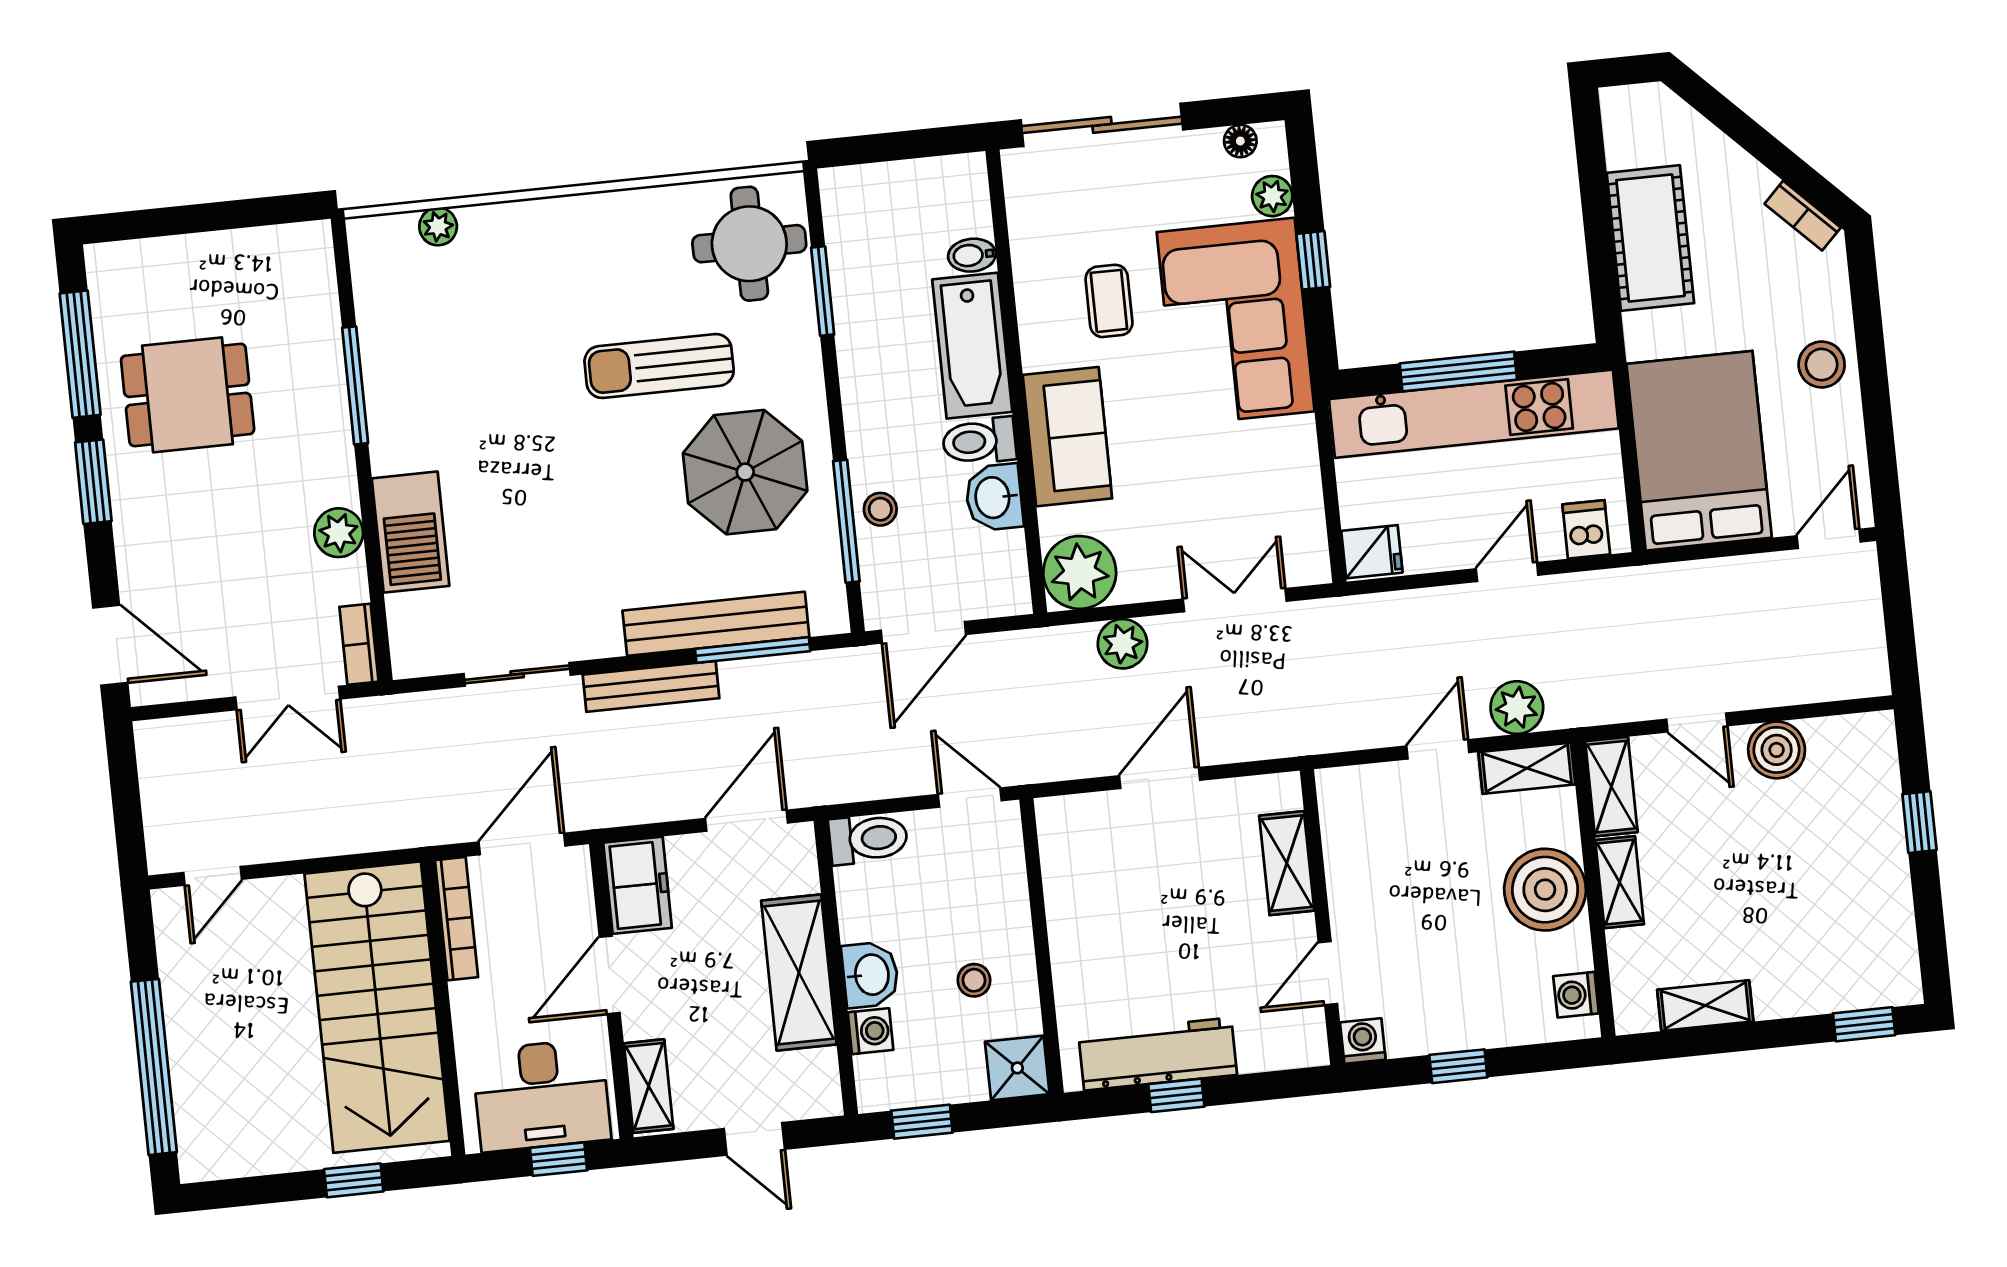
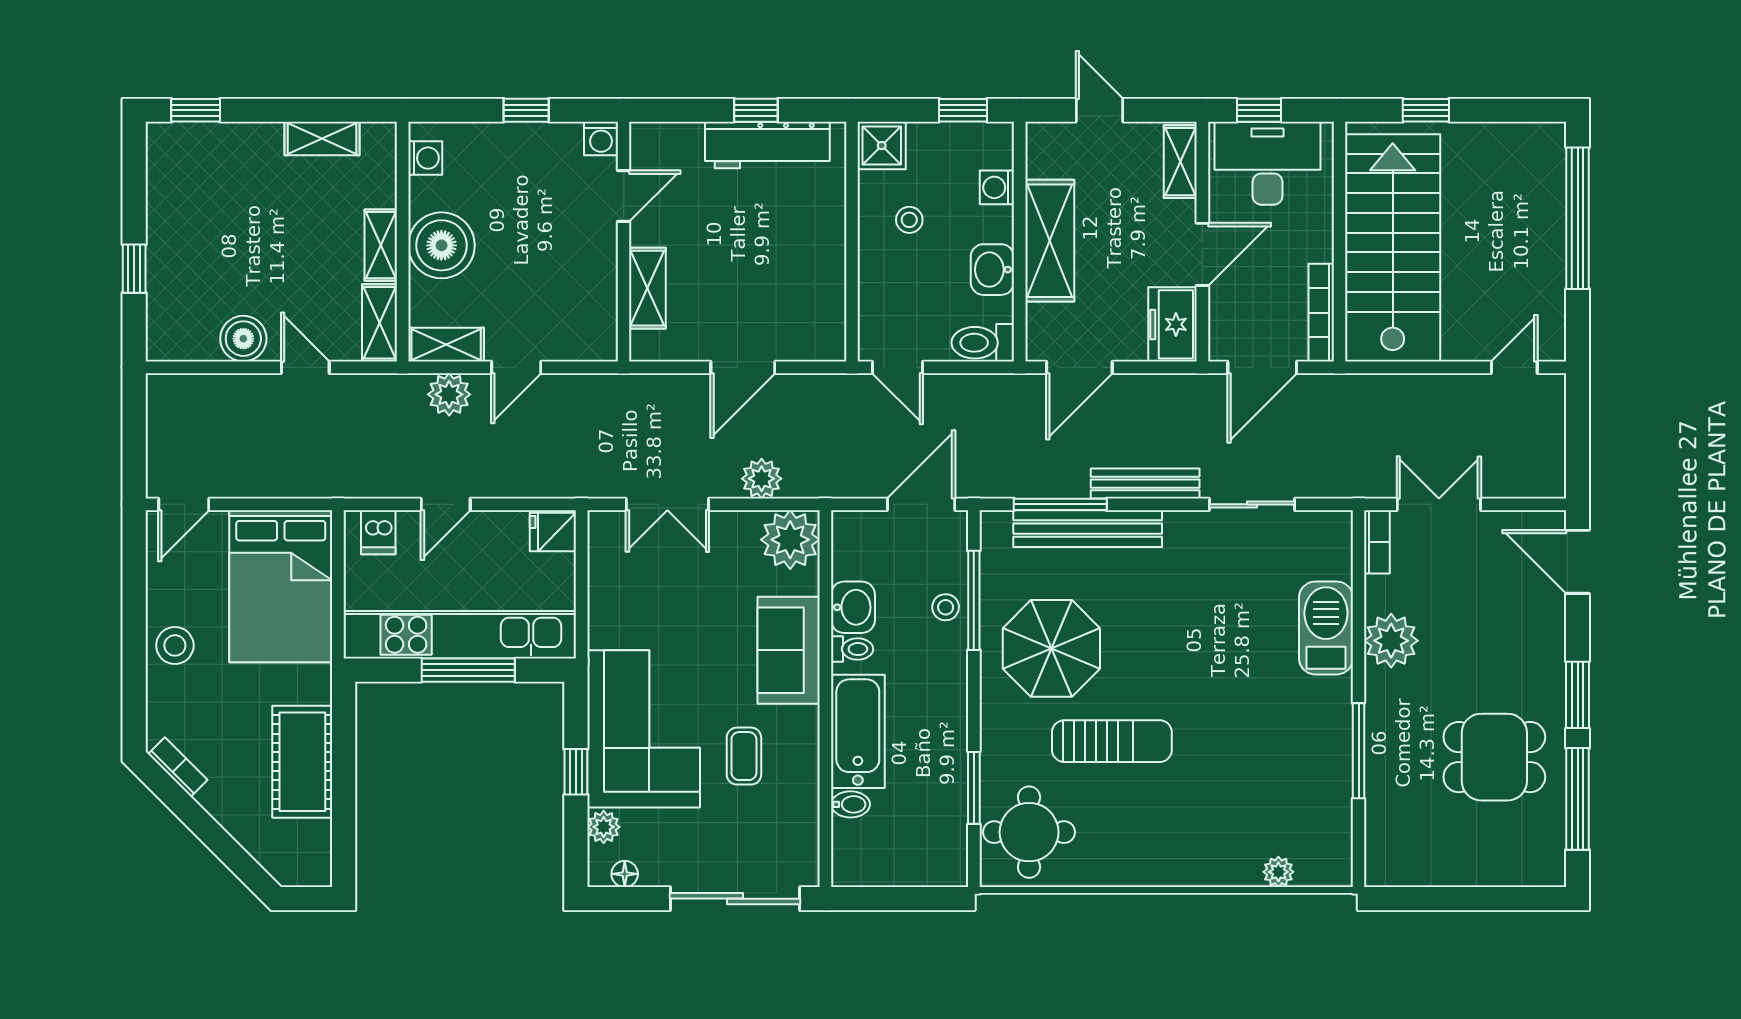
toilet: (979, 441) -> (852, 649), width x0.73, depth x0.72
plant: (339, 533) -> (1391, 641), width x1.36, depth x1.36
washbasin: (870, 975) -> (992, 270), moved

